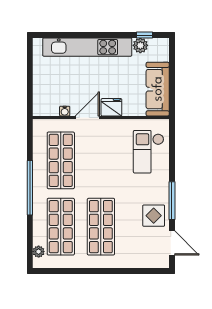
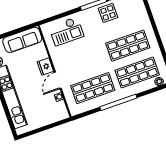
door: (87, 117) -> (58, 80), hinge flipped

